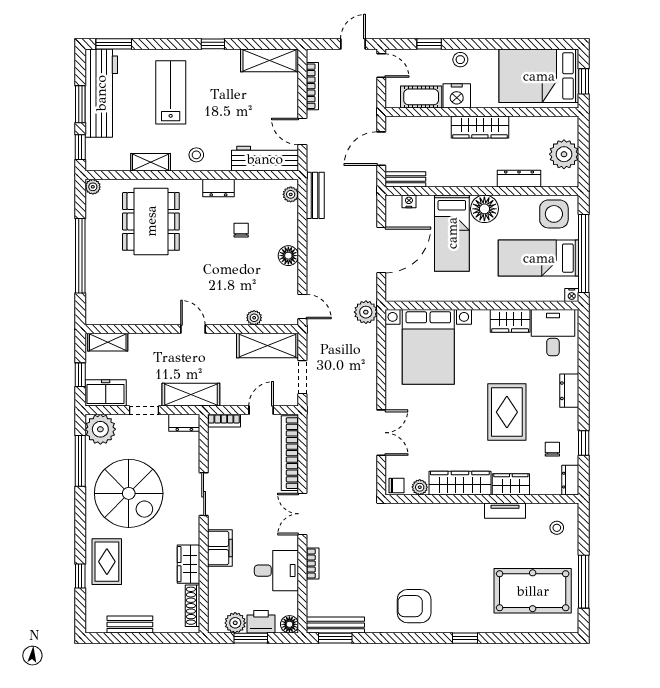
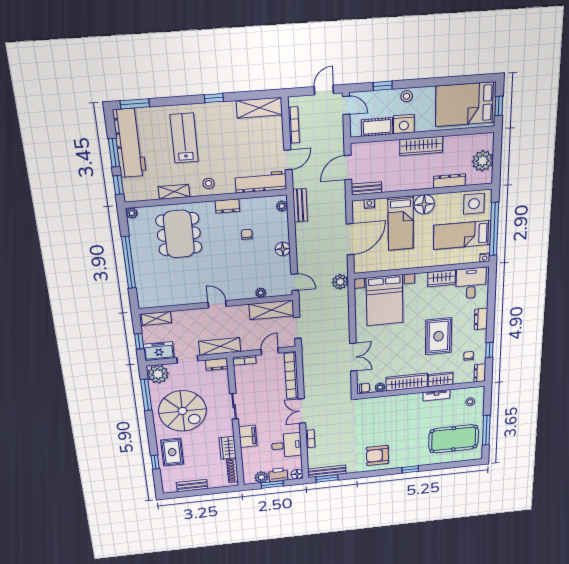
door: (302, 132) -> (288, 160), swing flipped

